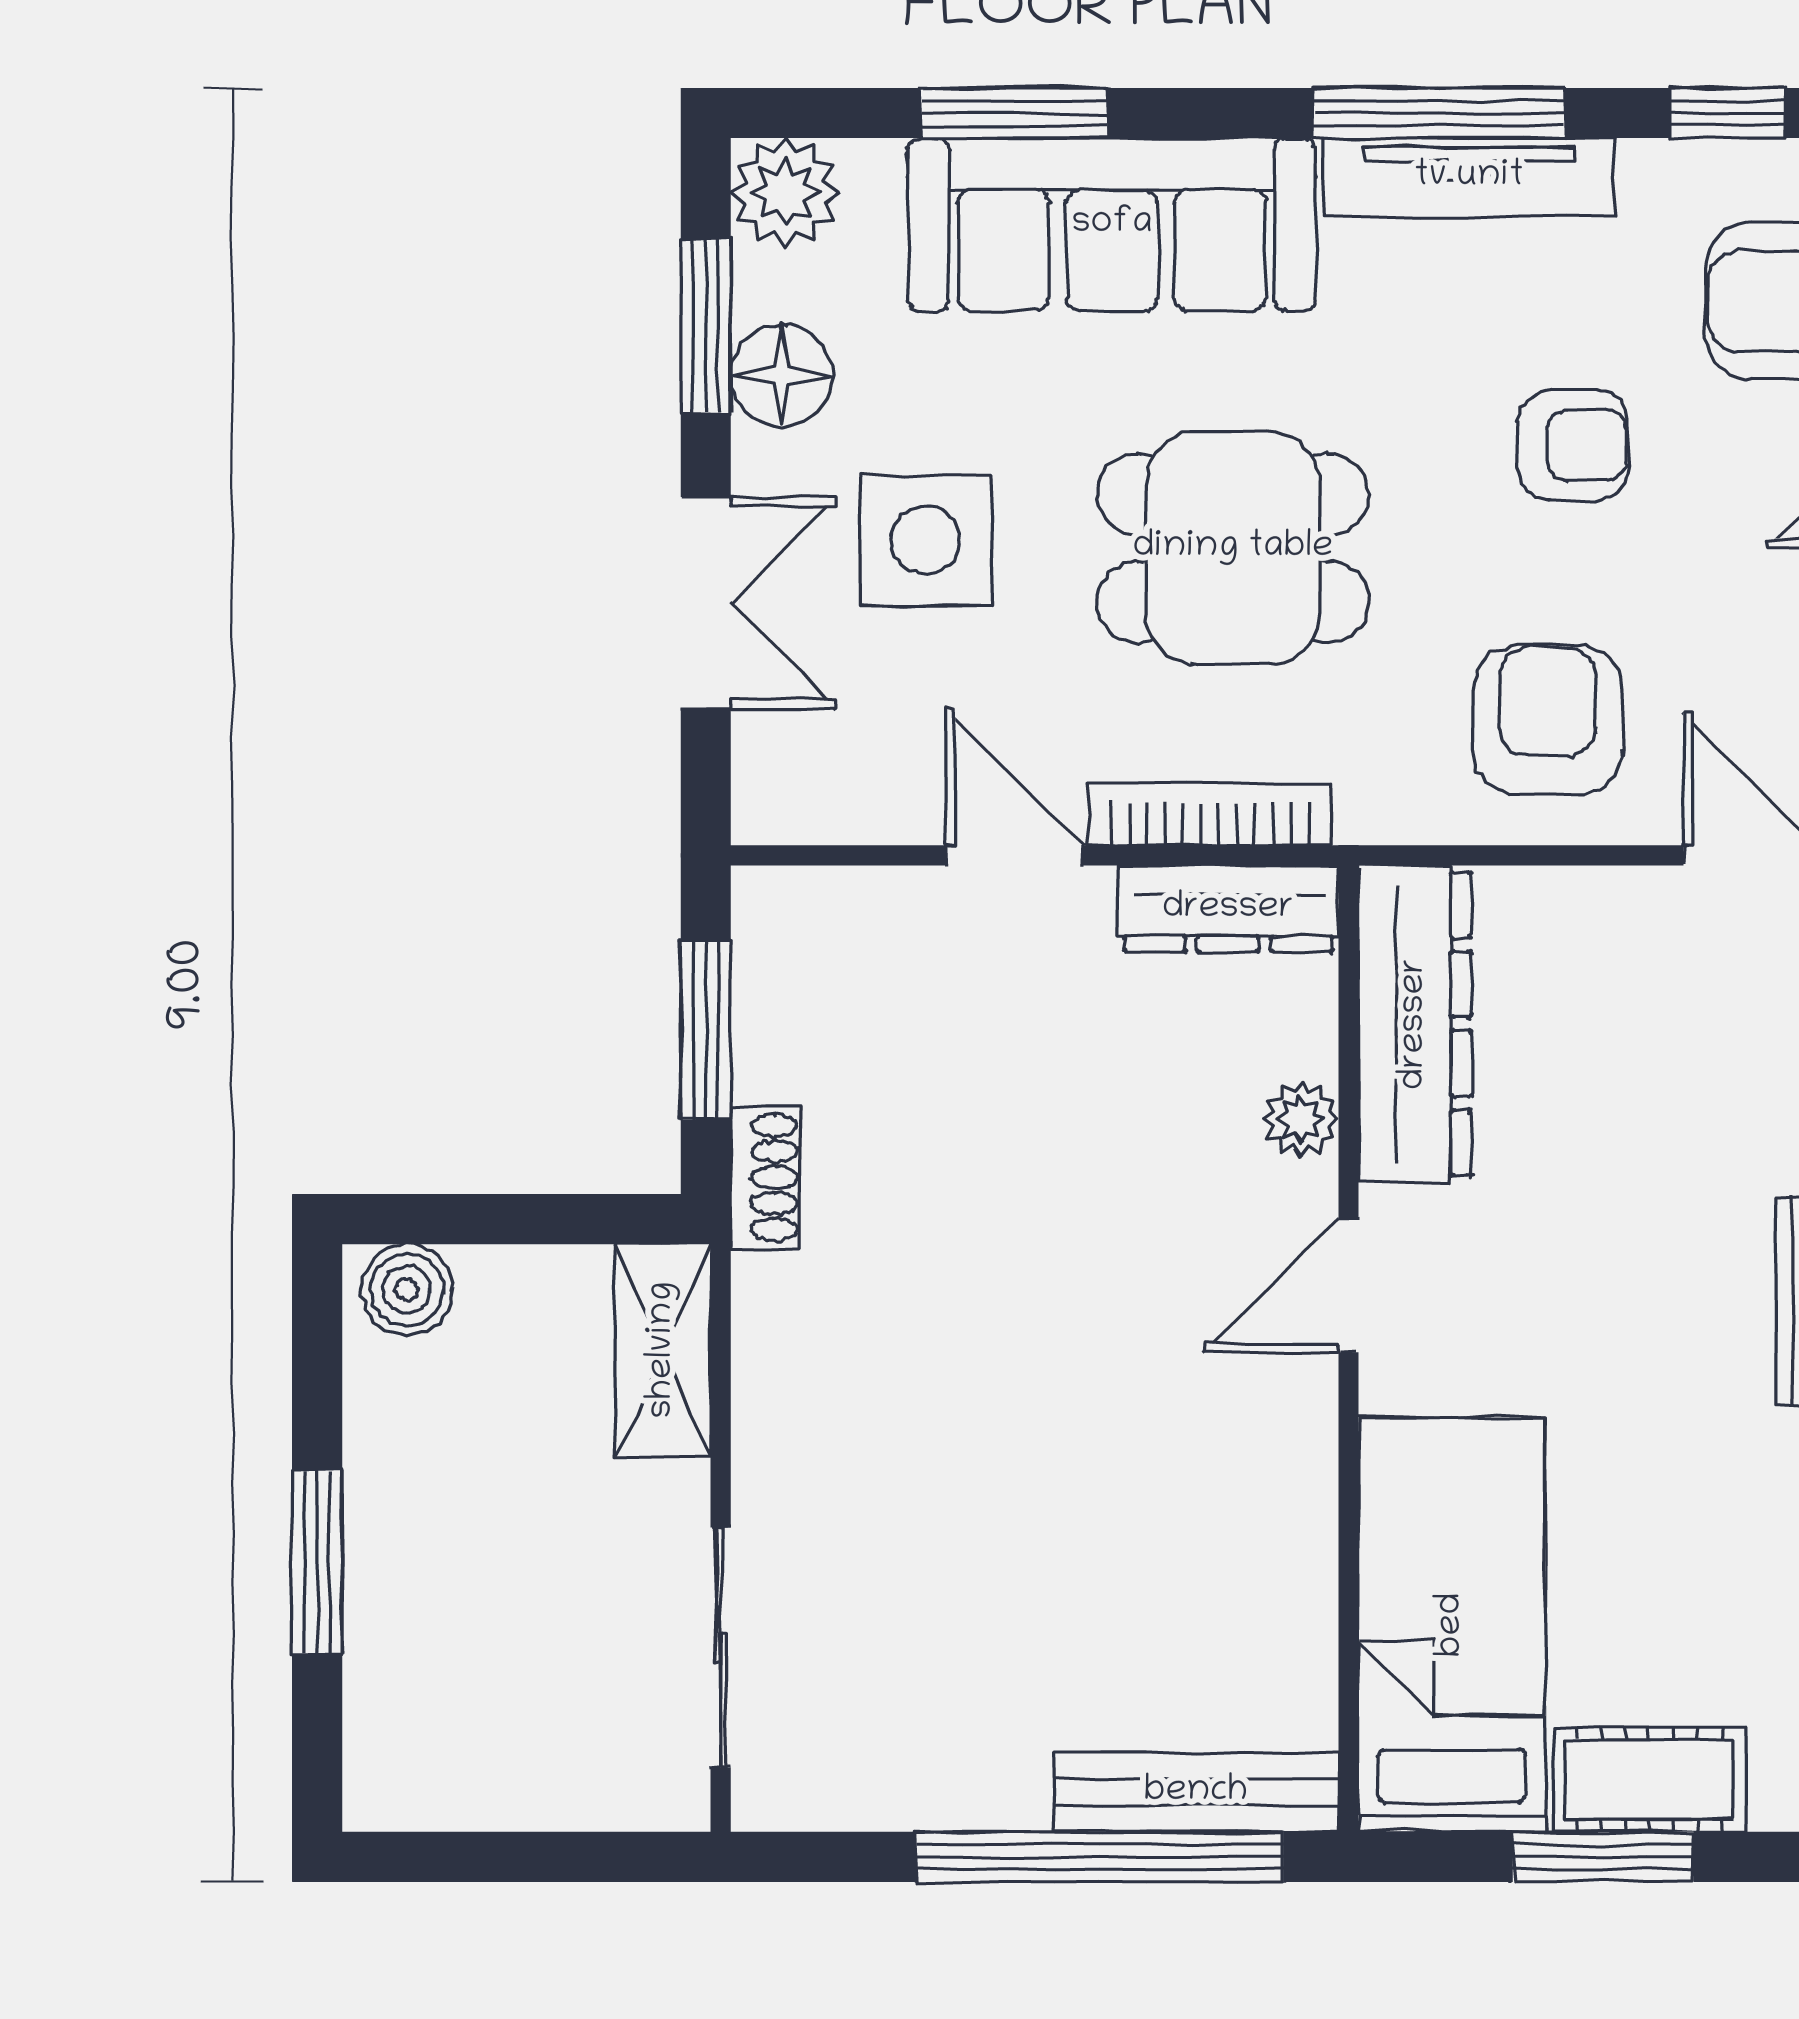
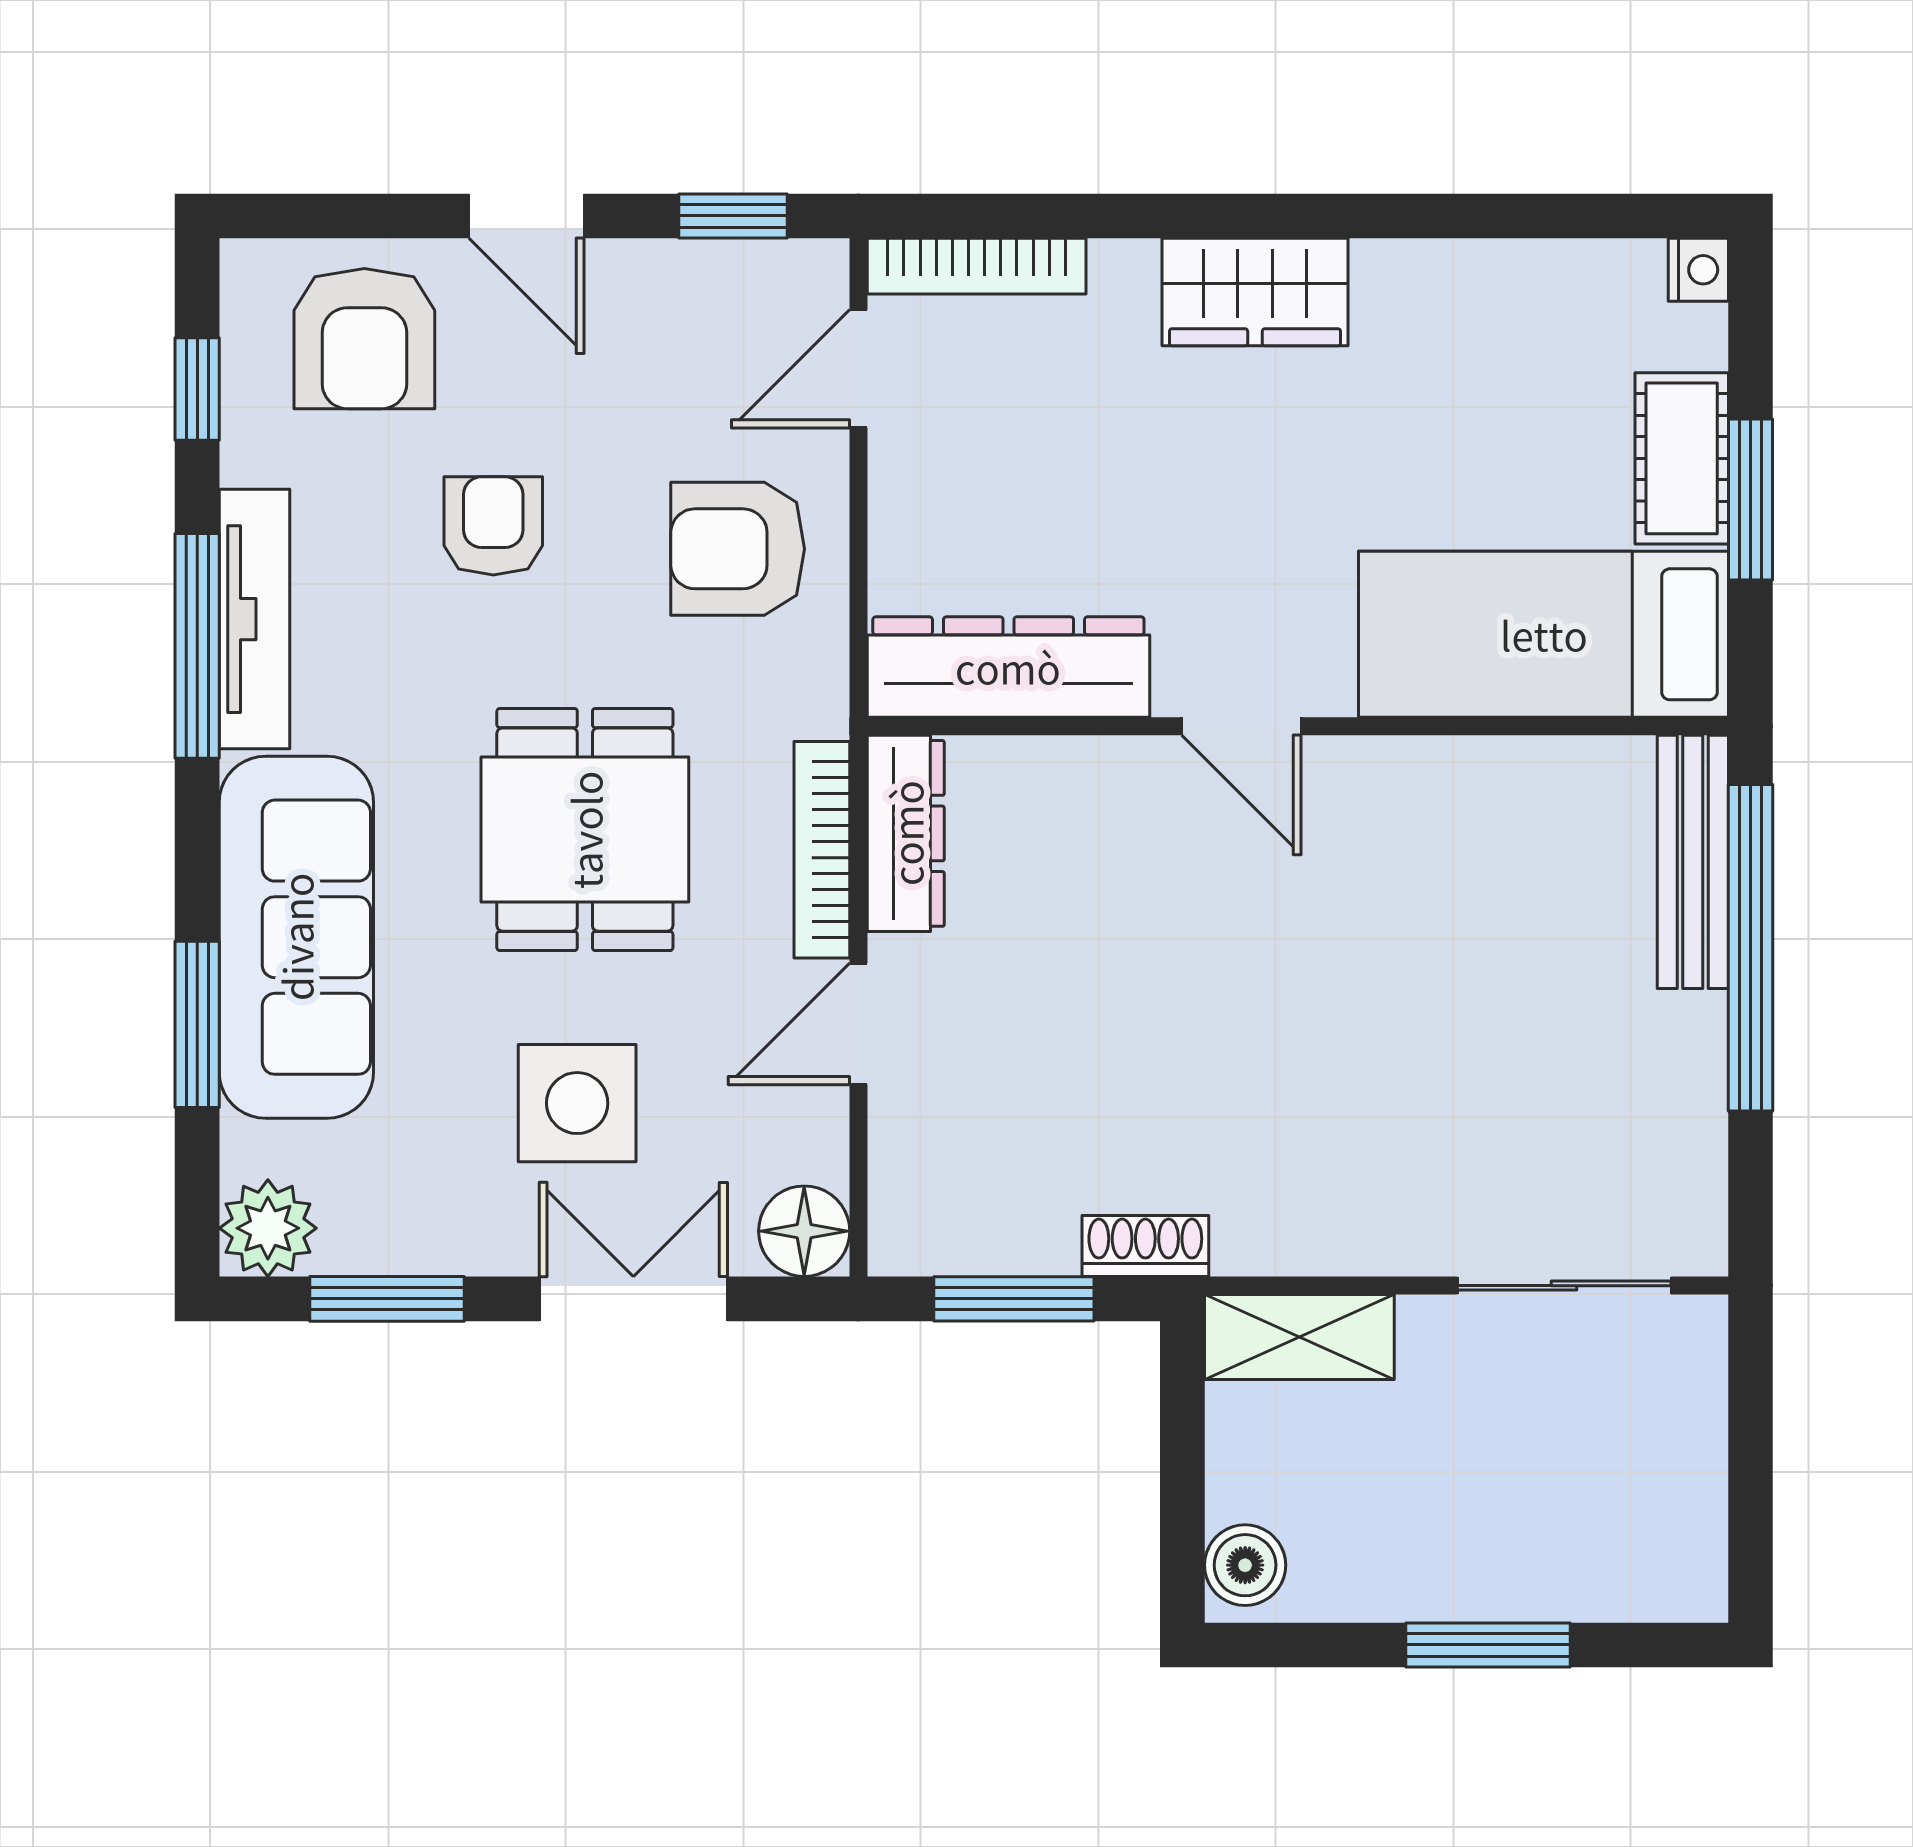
floor lamp: (782, 375) -> (804, 1231), moved
plant: (1301, 1119) -> (1093, 769), removed

